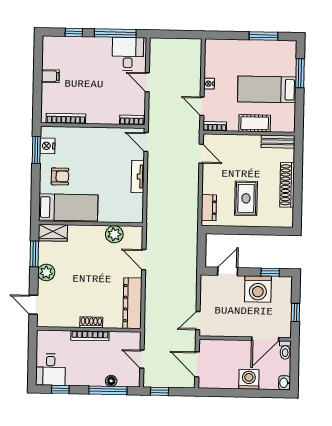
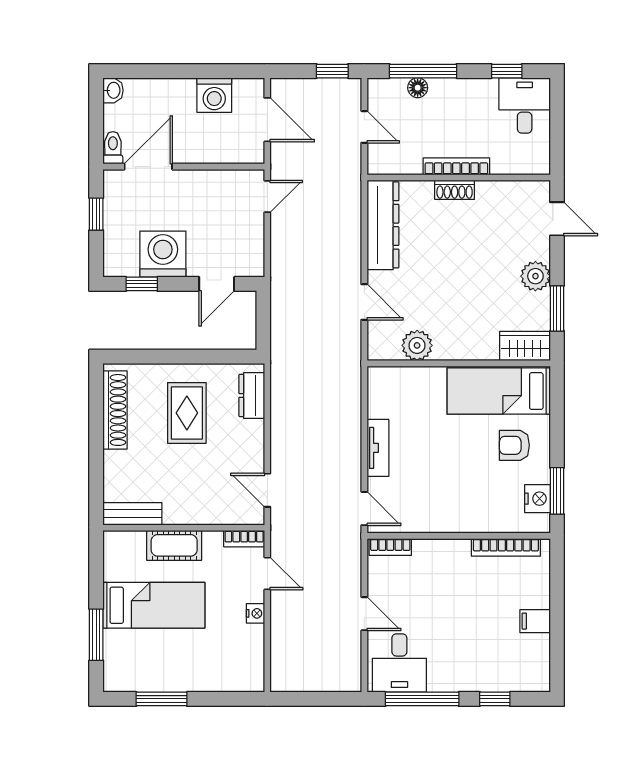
shoe rack: (287, 185) -> (115, 410), moved
washing machine: (249, 379) -> (214, 95), moved

